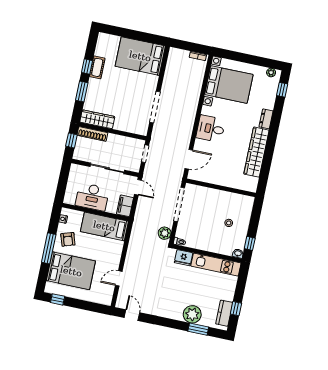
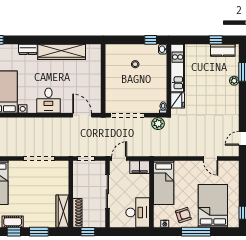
desk: (92, 197) -> (138, 212), moved
plant: (192, 314) -> (234, 81), width x0.53, depth x0.53

